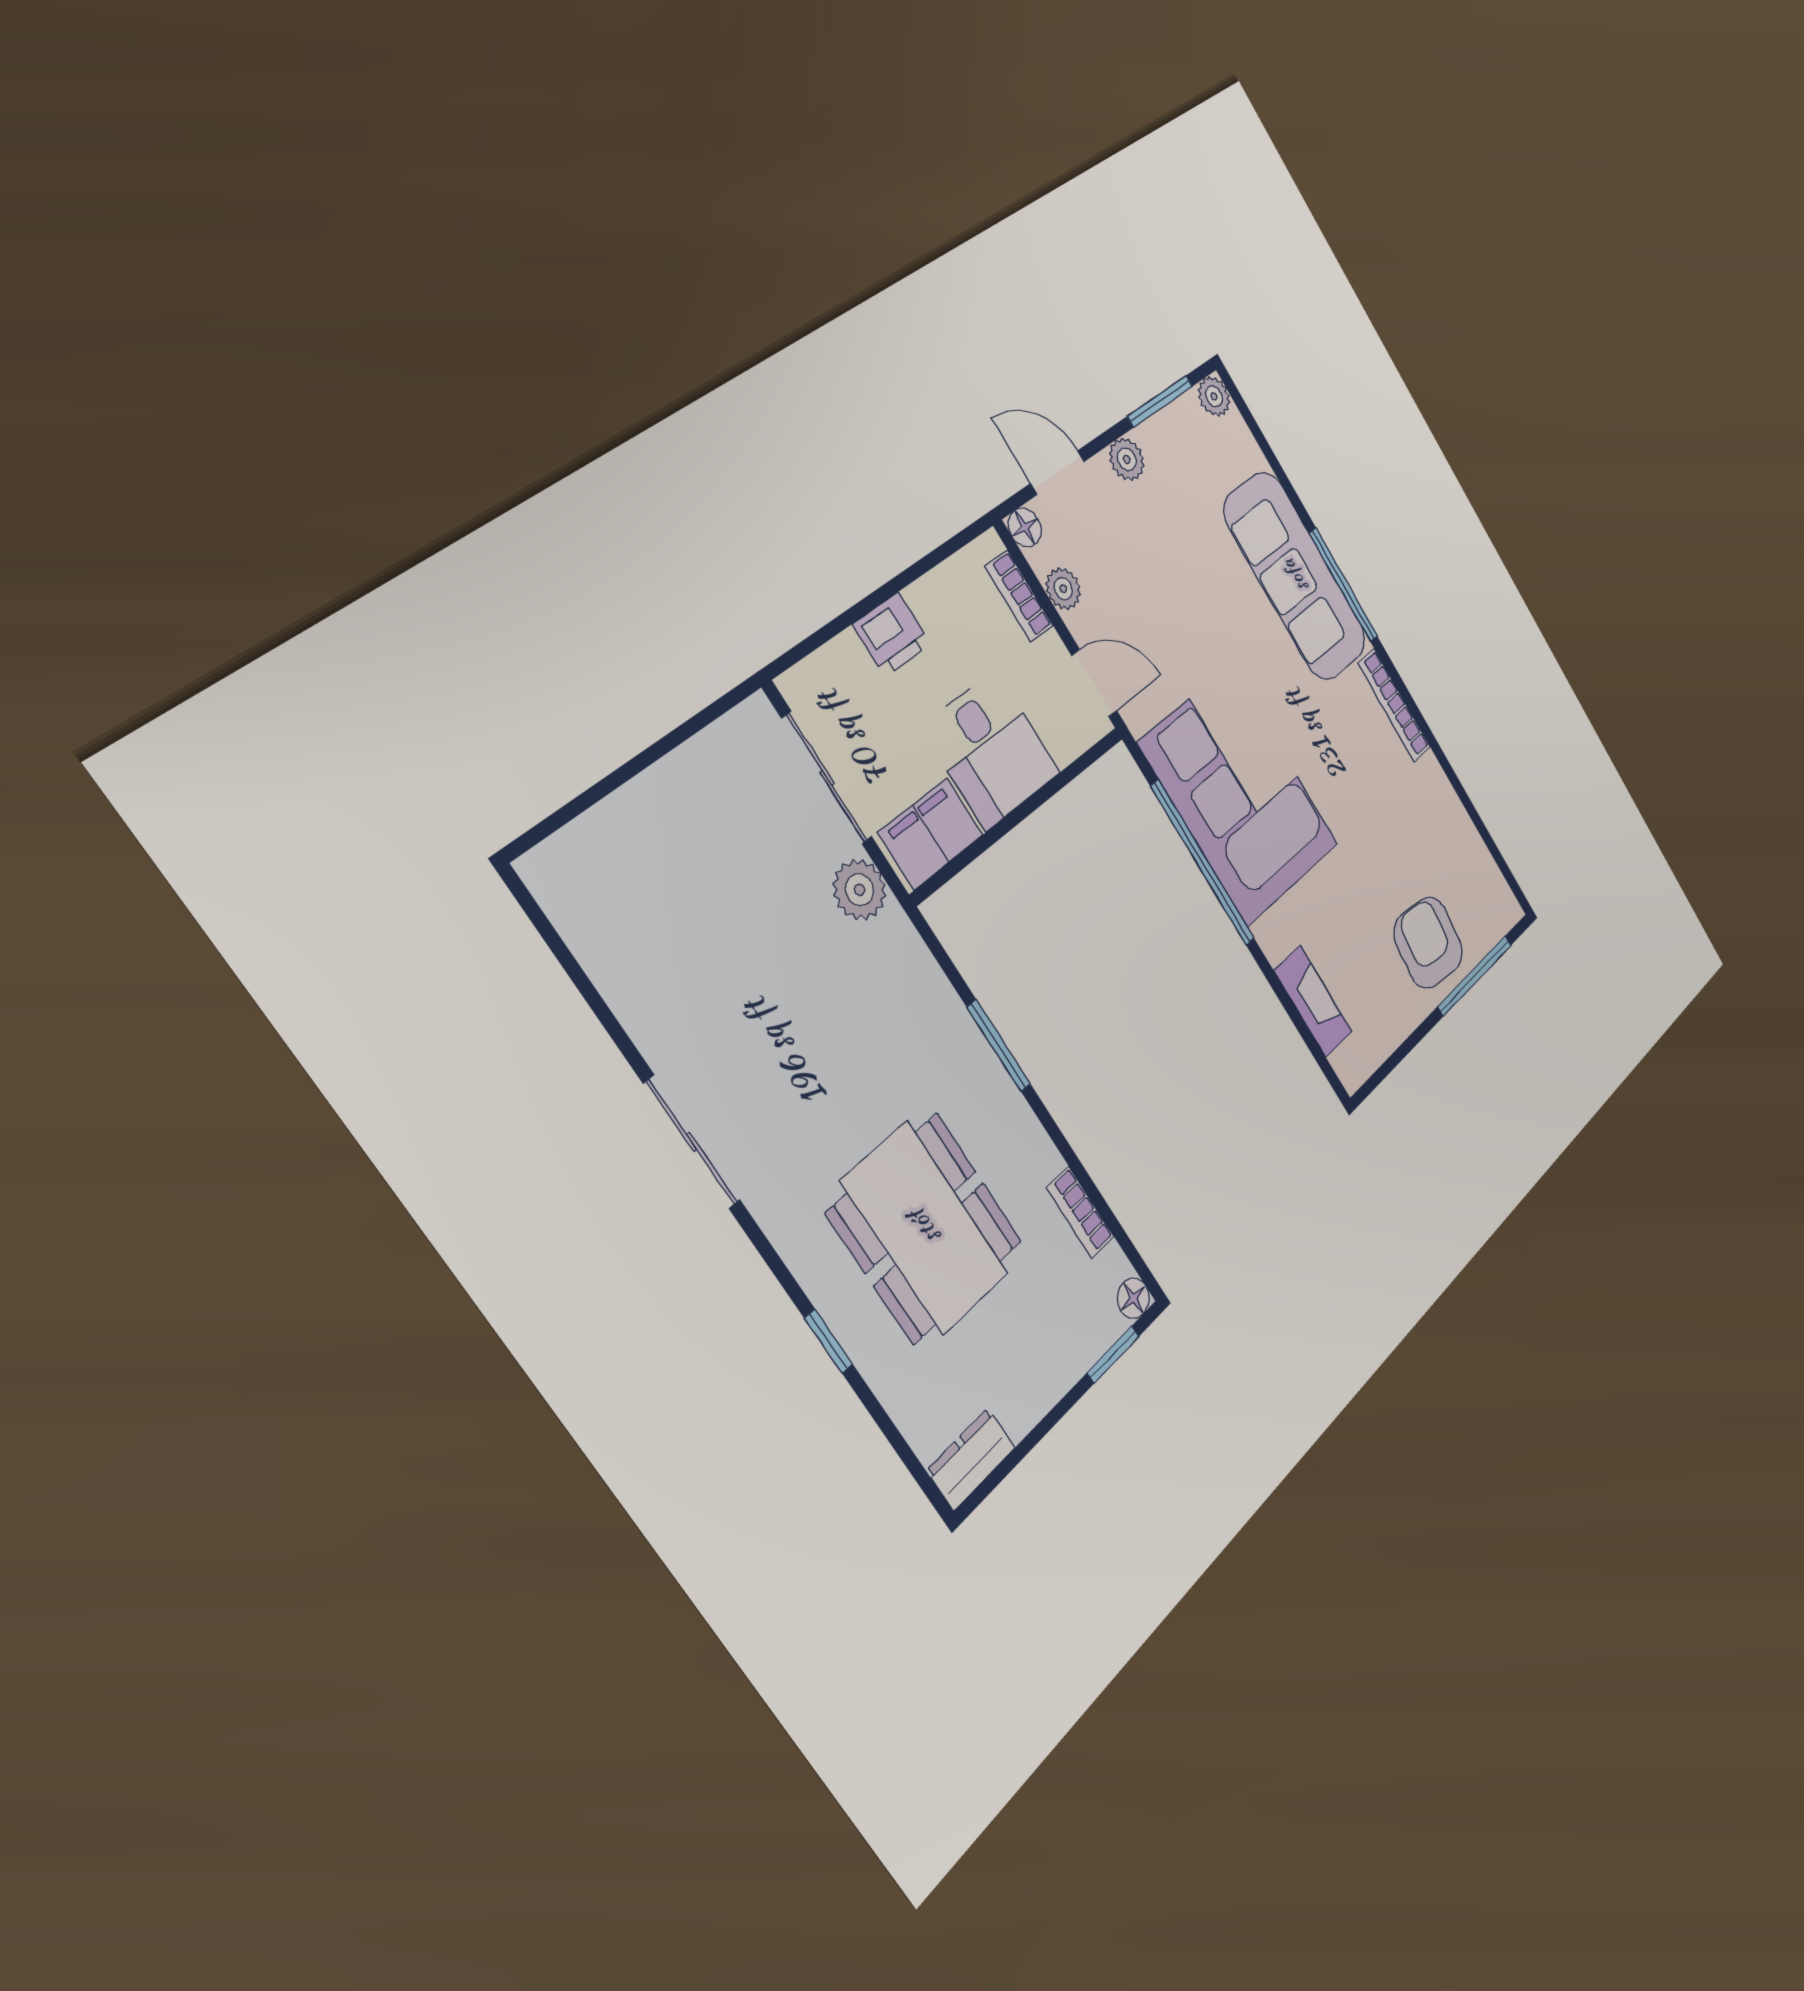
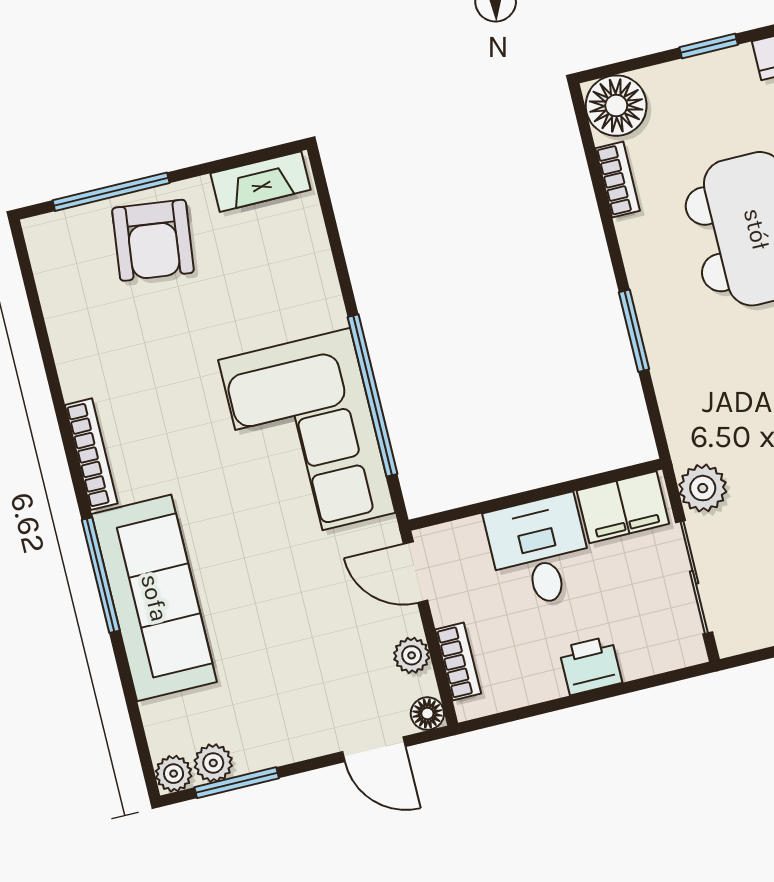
plant: (1127, 459) -> (213, 763), moved
fireplace: (1313, 1001) -> (261, 182), moved, turned -90
floor lamp: (1133, 1298) -> (616, 106), width x1.89, depth x1.89
window: (1113, 1354) -> (709, 46), moved

